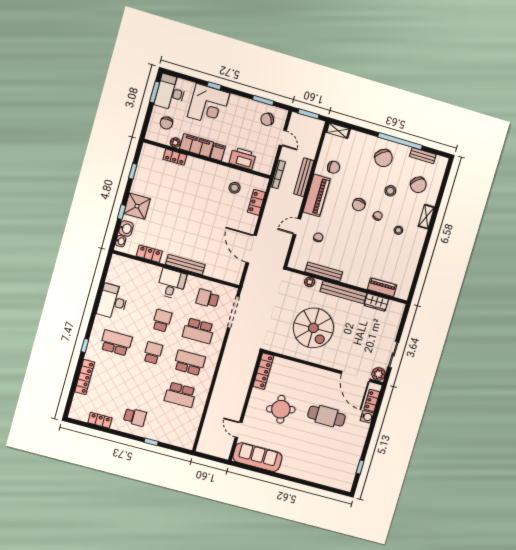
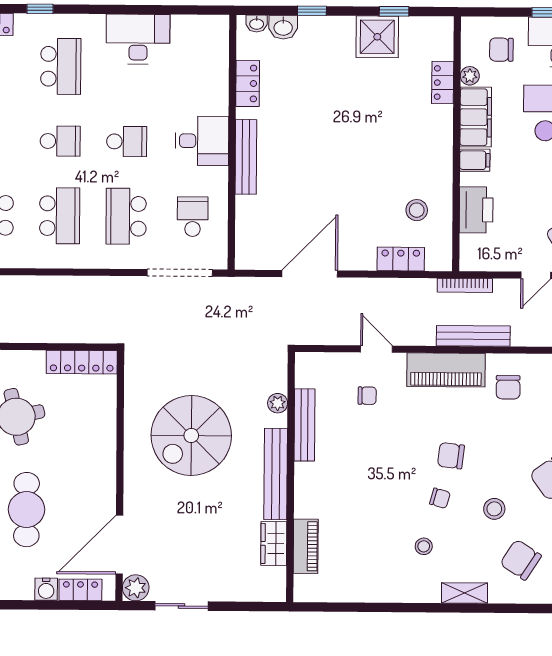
chair: (418, 185) -> (521, 560), turned 73
shower: (137, 206) -> (377, 37), moved

